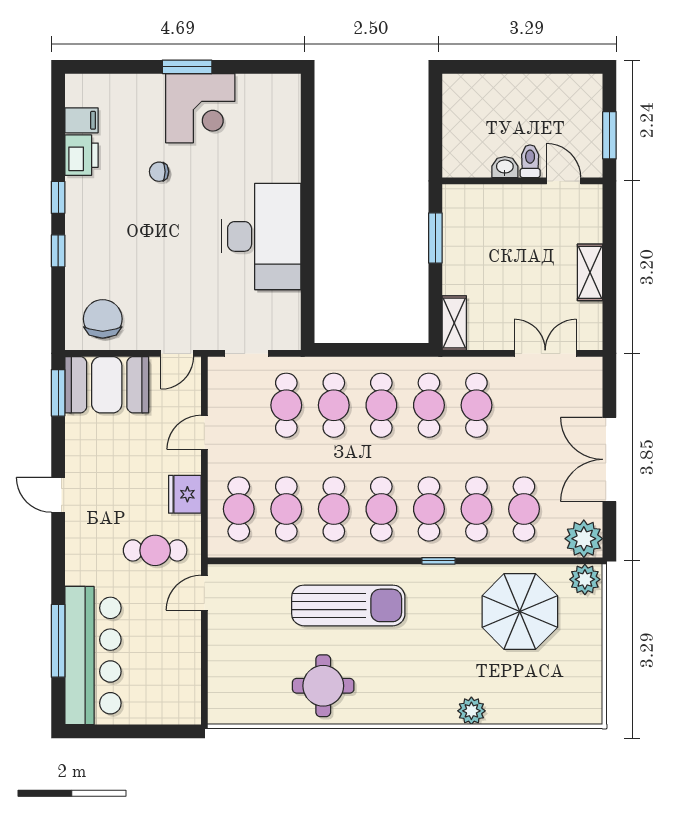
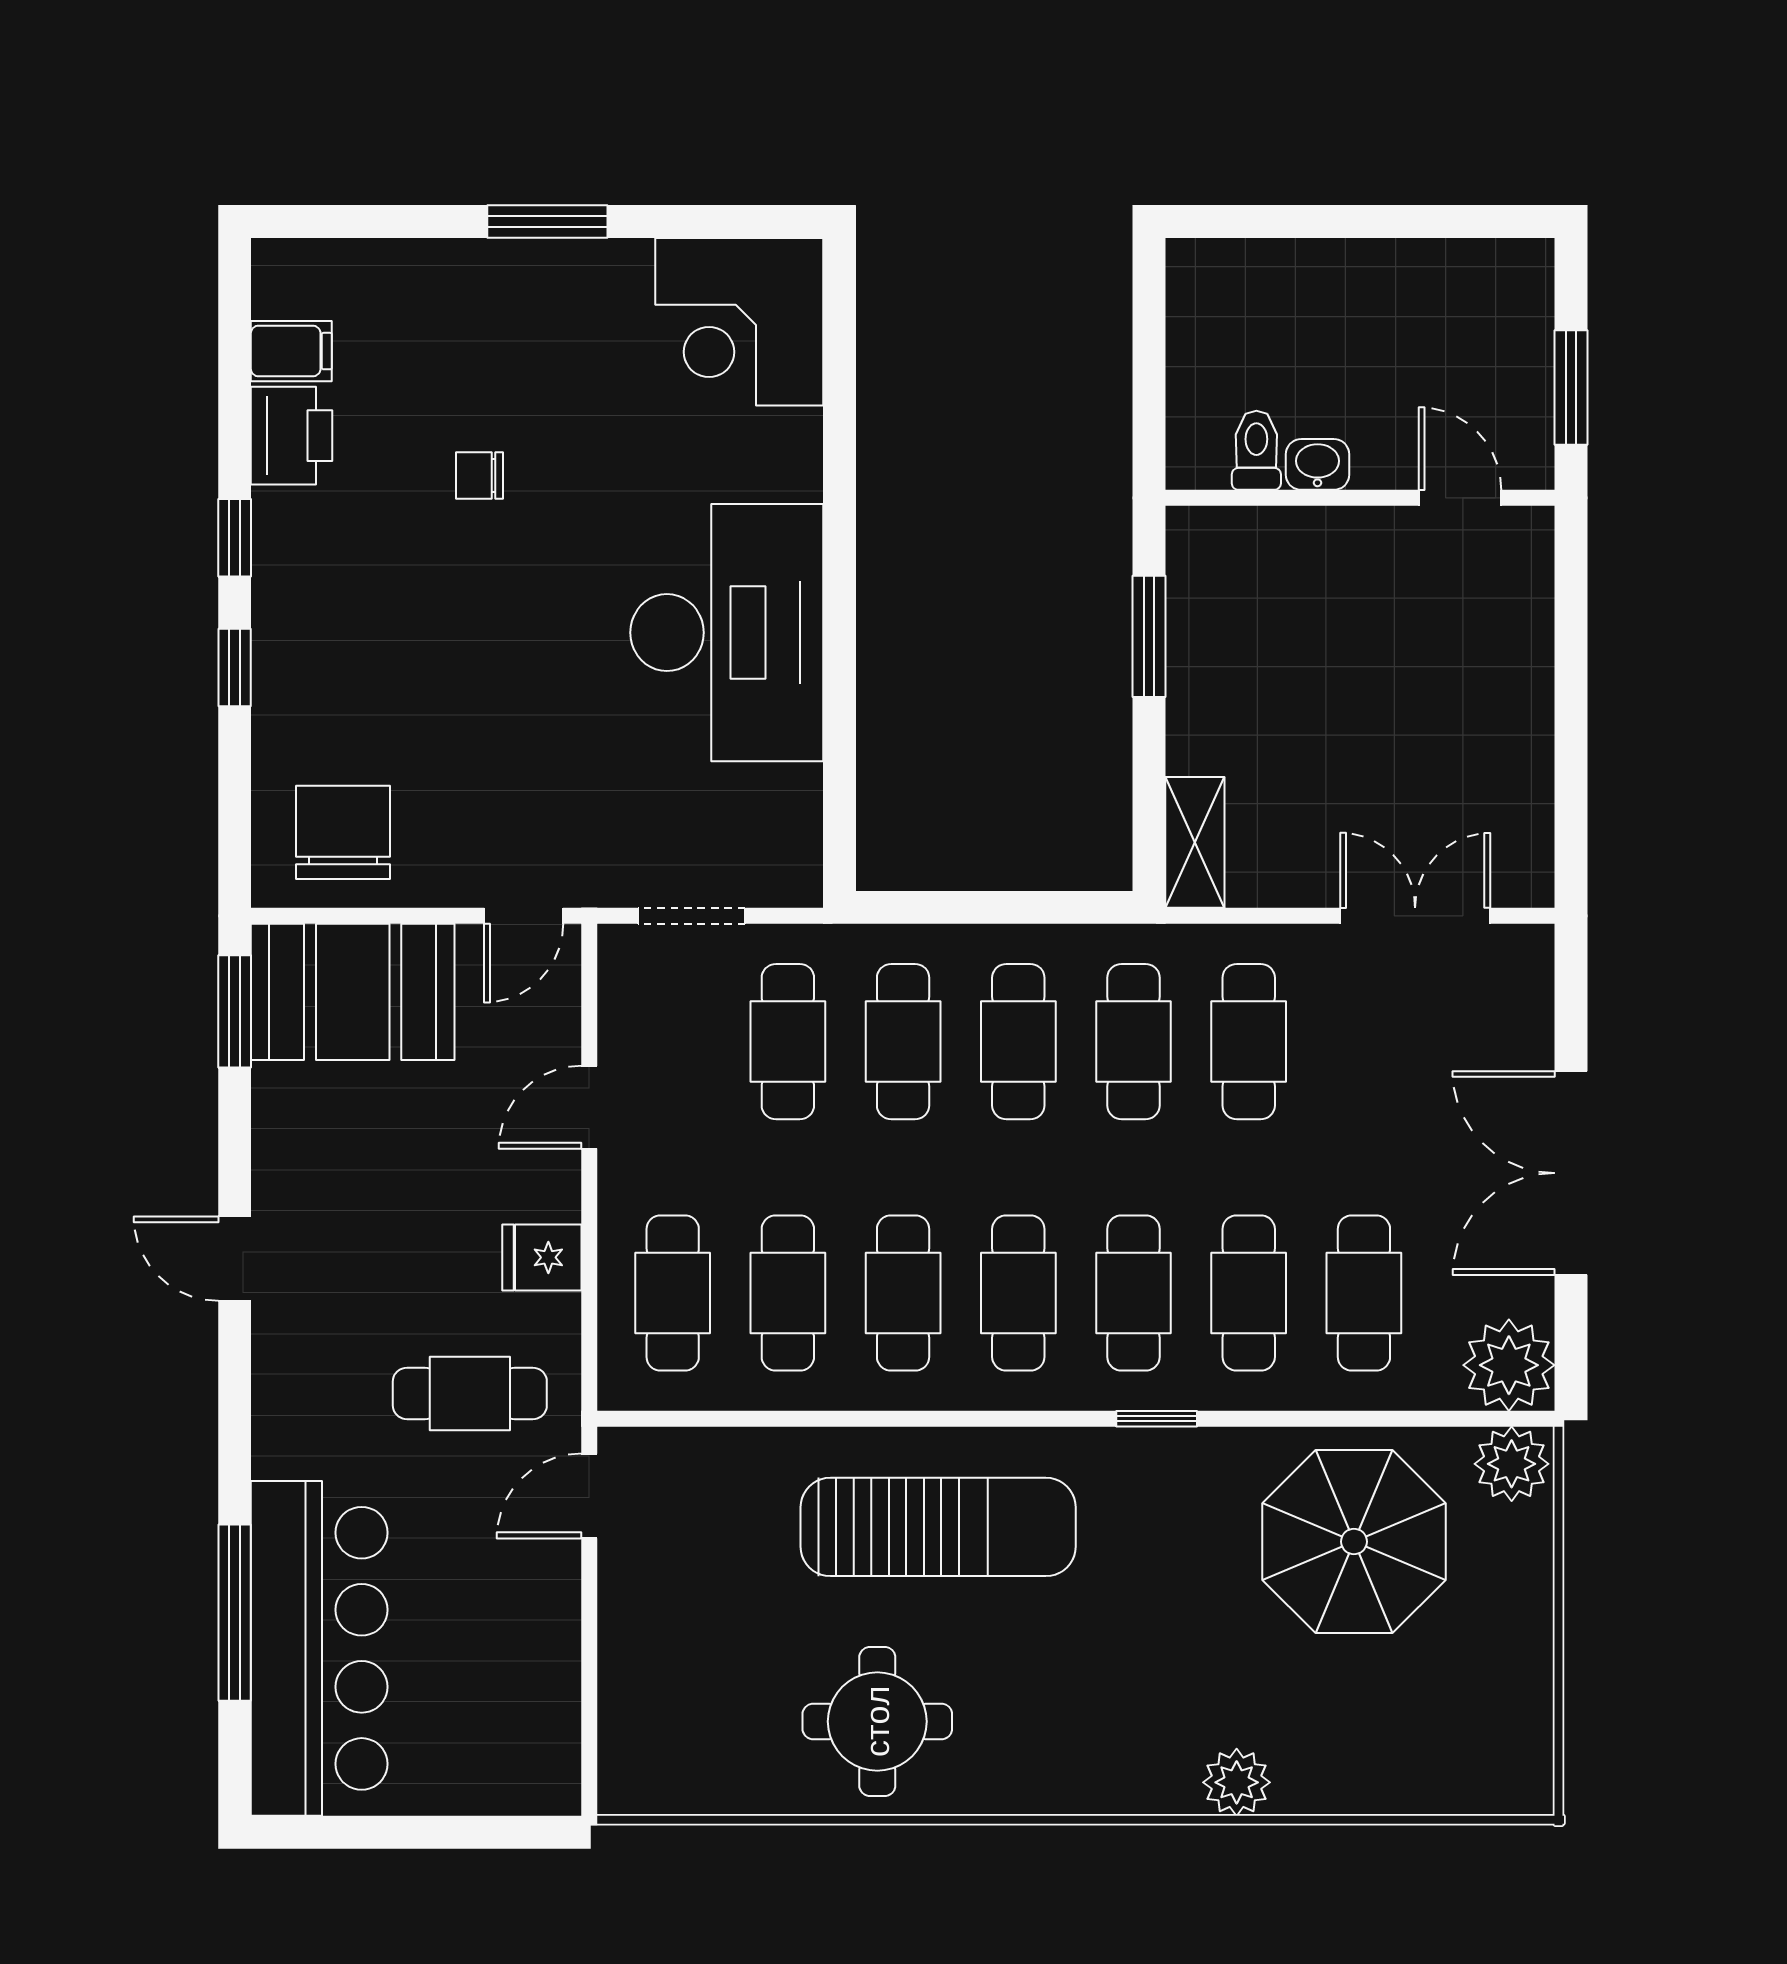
corner desk: (200, 108) -> (739, 322), moved, turned 90
toilet: (530, 161) -> (1256, 450), moved
shelving: (590, 272) -> (1524, 720), removed
fridge: (185, 494) -> (542, 1257), width x0.72

